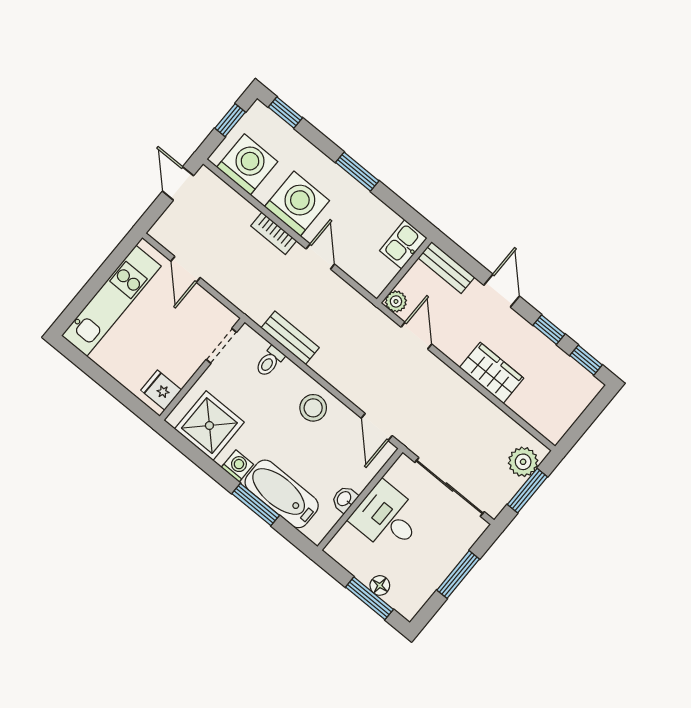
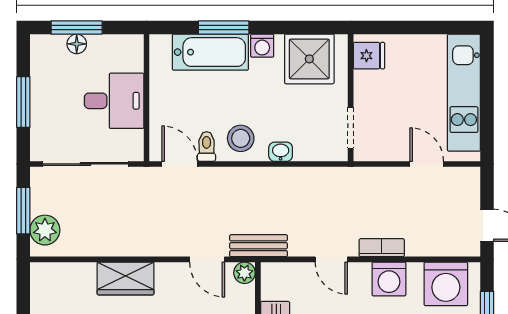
washing machine: (297, 204) -> (389, 279), width x0.73, depth x0.73
bench: (290, 338) -> (259, 246), moved
toilet: (270, 361) -> (207, 147), moved
washbasin: (344, 499) -> (281, 152), moved, turned -90

